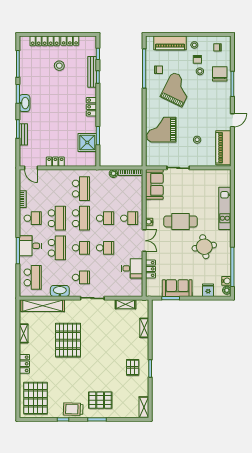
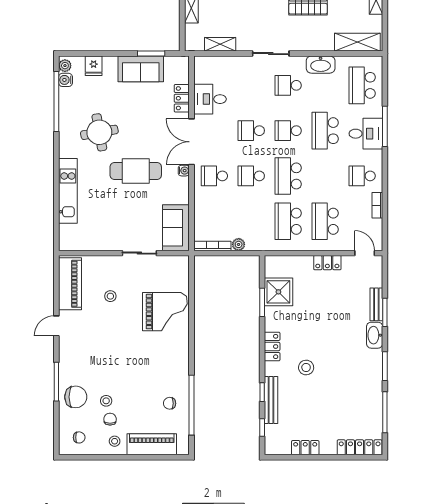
locker: (45, 41) -> (360, 447), moved
stool: (59, 66) -> (306, 367), moved
chair: (220, 74) -> (76, 397), turned -90
grand piano: (177, 89) -> (141, 373), removed
washbasin: (25, 103) -> (375, 335), moved
school desk: (57, 218) -> (325, 221), moved
double door: (144, 241) -> (191, 142), width x1.37
shelving: (43, 306) -> (357, 42), width x0.68

